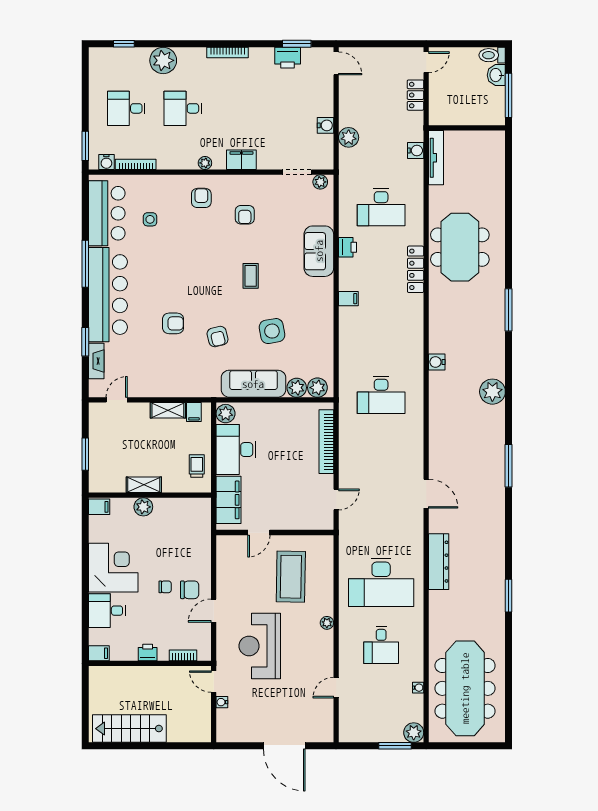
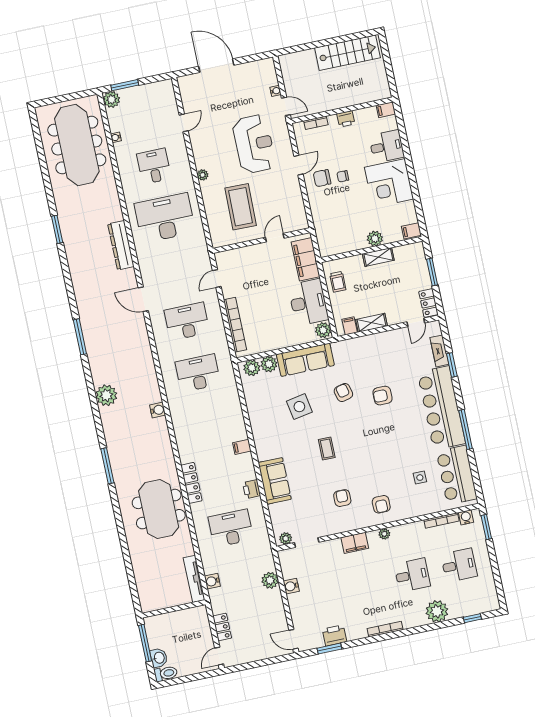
locker: (97, 419) -> (428, 303), added
desk: (381, 457) -> (187, 321), added

